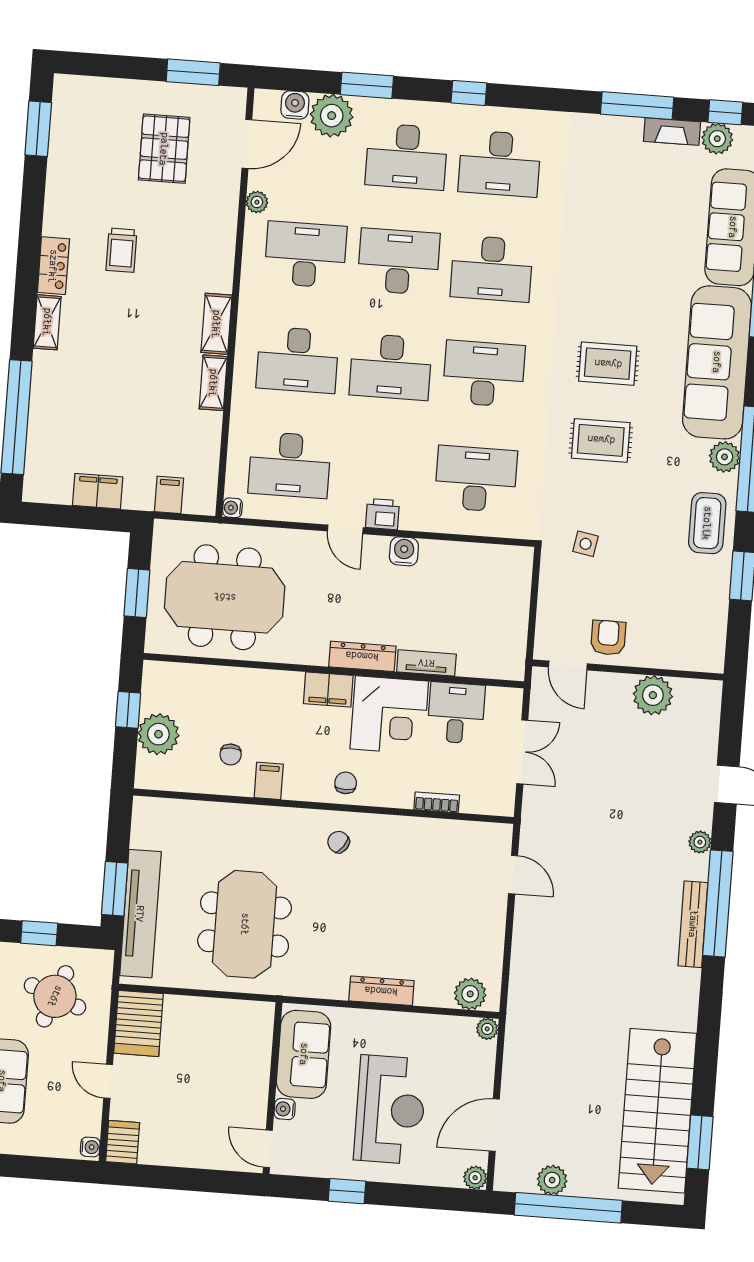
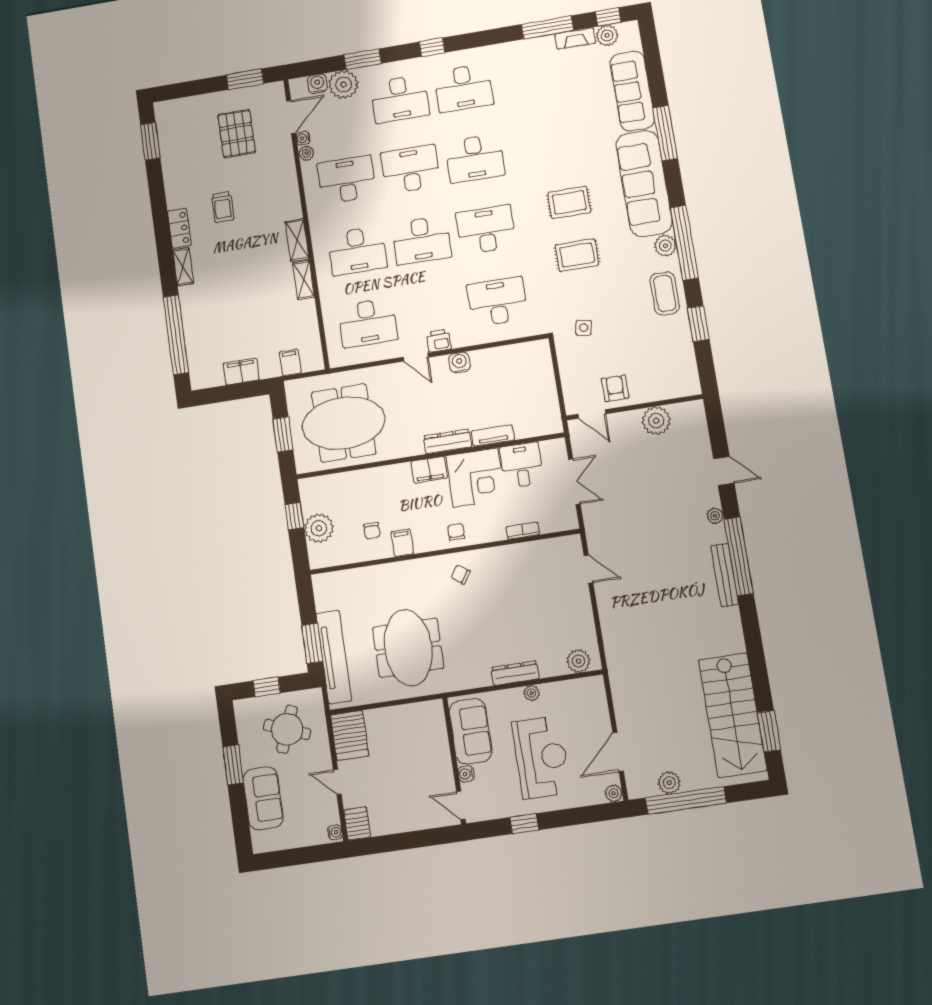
water cooler: (232, 508) -> (303, 138), moved
plant: (487, 1029) -> (532, 693), moved

